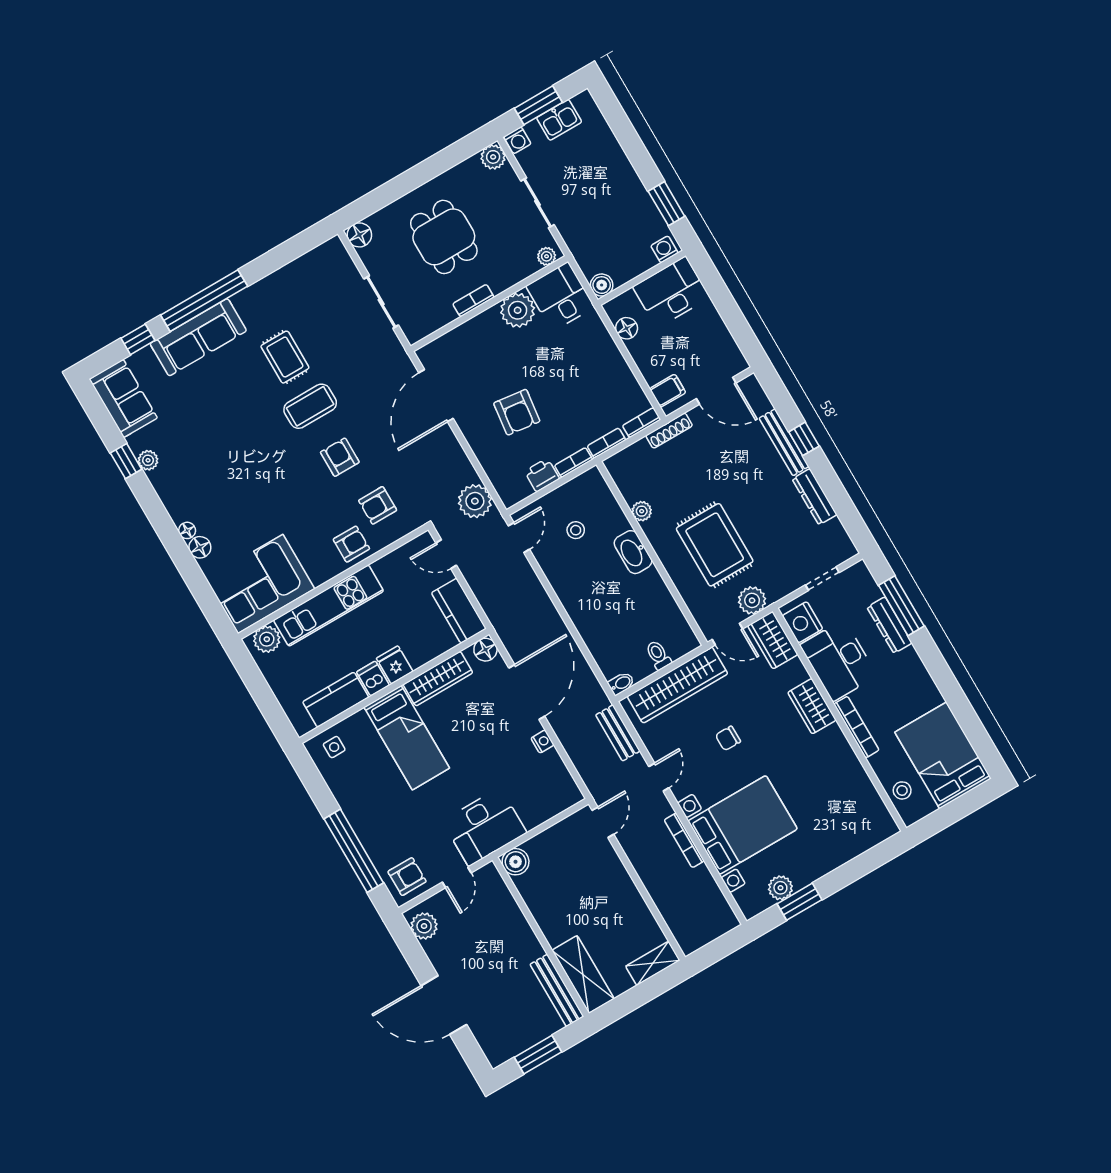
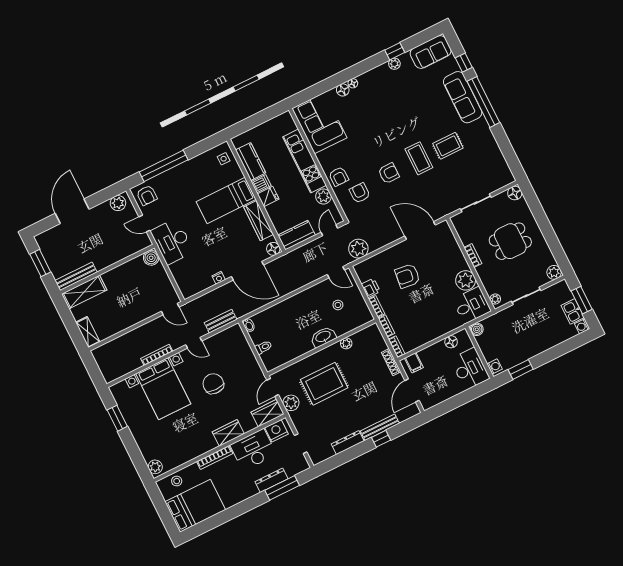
washing machine: (517, 140) -> (582, 326), moved
plant: (267, 639) -> (323, 197), moved
wardrobe: (677, 685) -> (246, 357), removed
chair: (728, 738) -> (213, 384), width x1.87, depth x1.87
plant: (780, 888) -> (155, 467), moved

